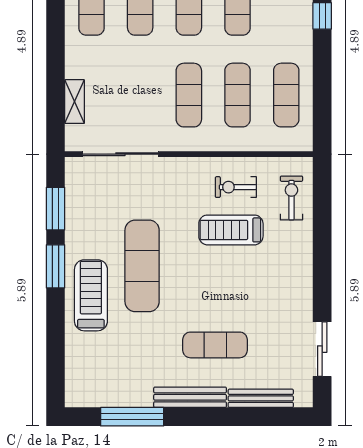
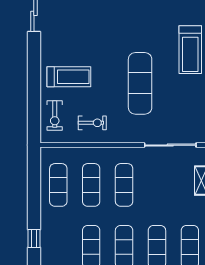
treadmill: (231, 230) -> (69, 77), moved
exercise mat: (142, 266) -> (140, 83), moved
exercise mat: (215, 345) -> (106, 16), removed

